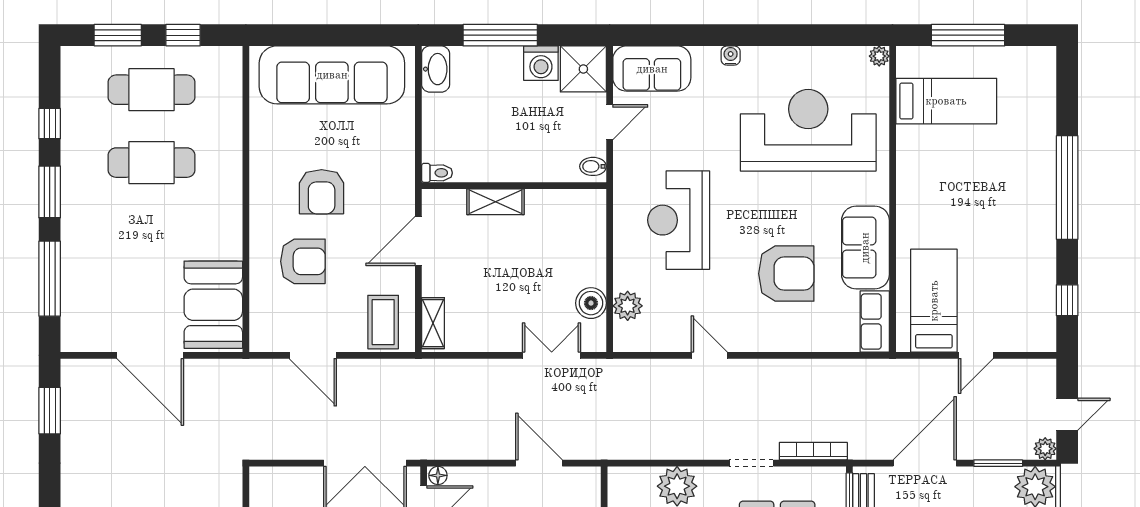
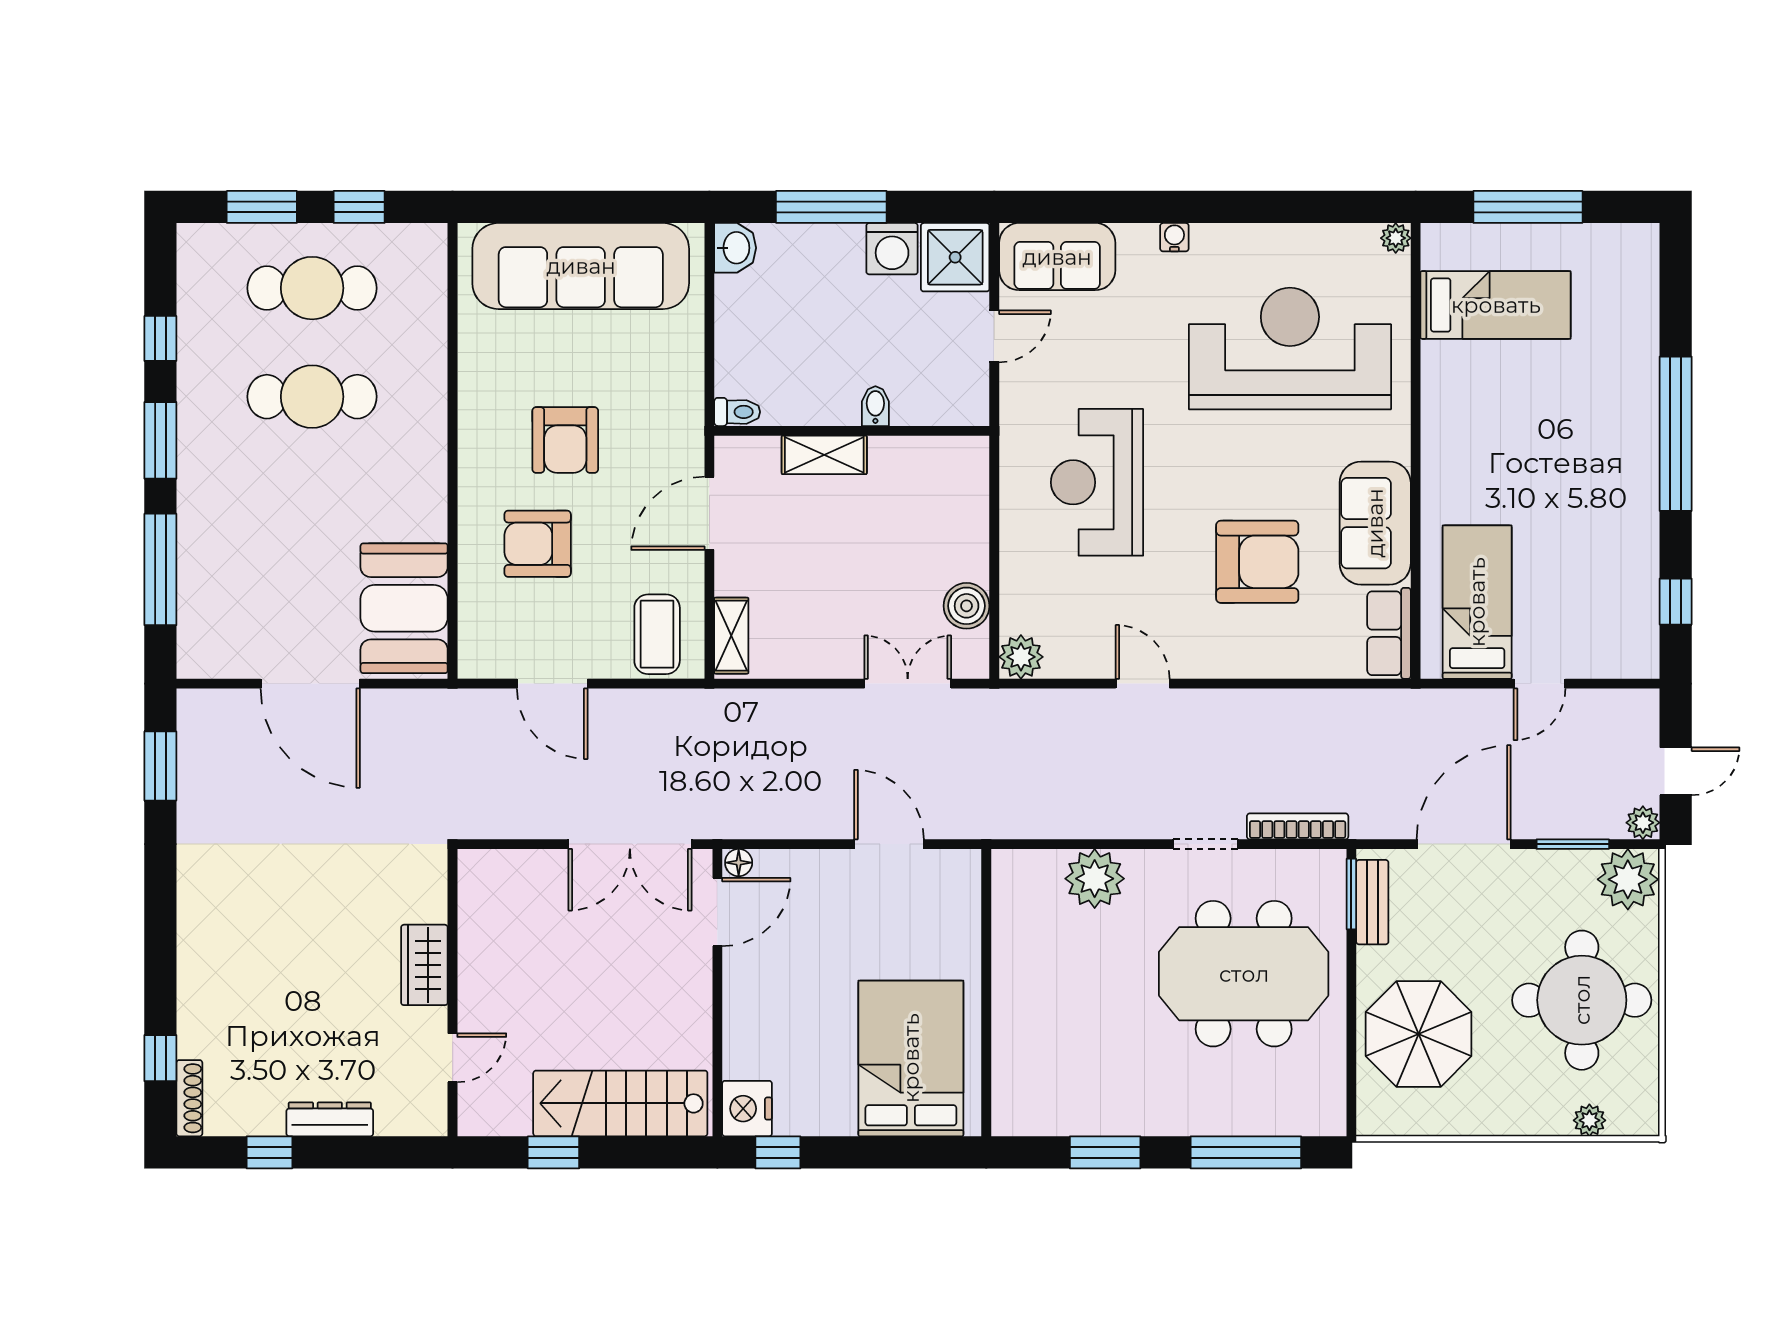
washbasin: (436, 69) -> (735, 248), width x0.72
bidet: (593, 166) -> (875, 406), moved, turned 90
armchair: (303, 261) -> (538, 544), turned 180
plant: (628, 306) -> (1021, 657), moved

